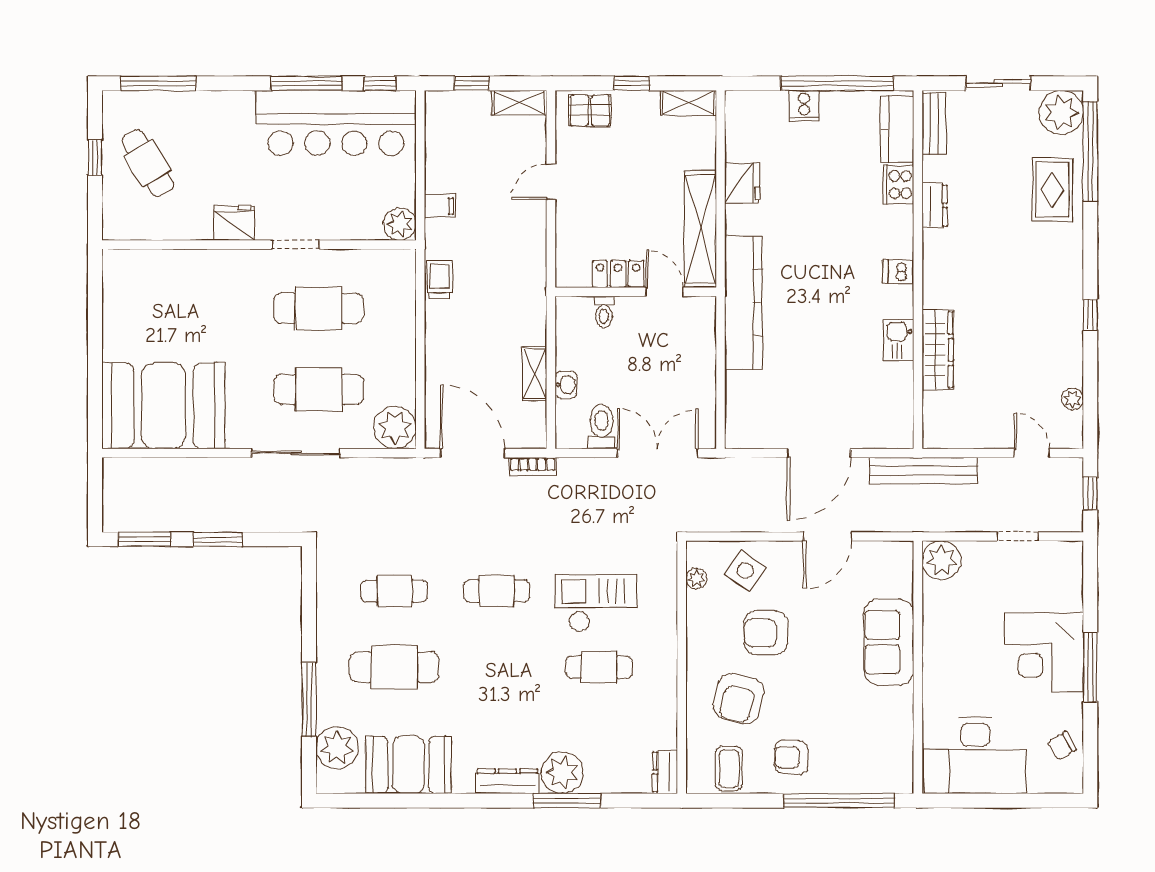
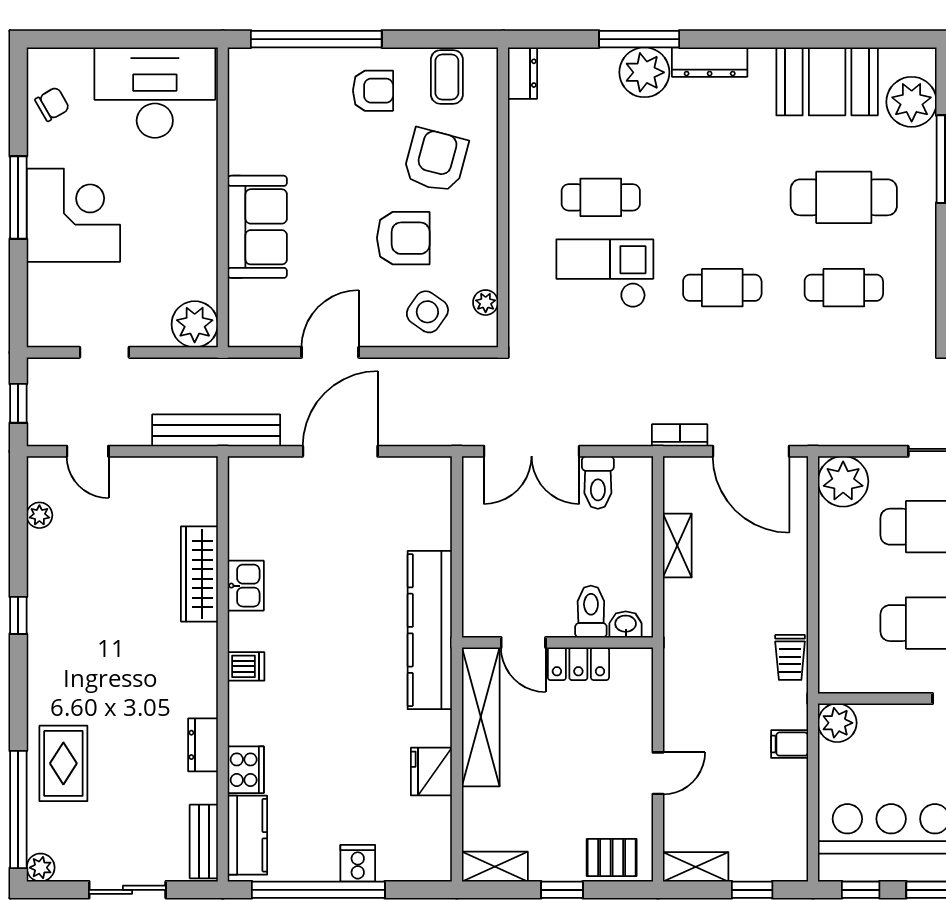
plant: (1061, 112) -> (41, 868), width x0.53, depth x0.53
toilet: (604, 312) -> (591, 612), width x1.37, depth x1.39
washbasin: (566, 385) -> (626, 624), moved, turned 90
checkout: (596, 603) -> (605, 273), turned 180

